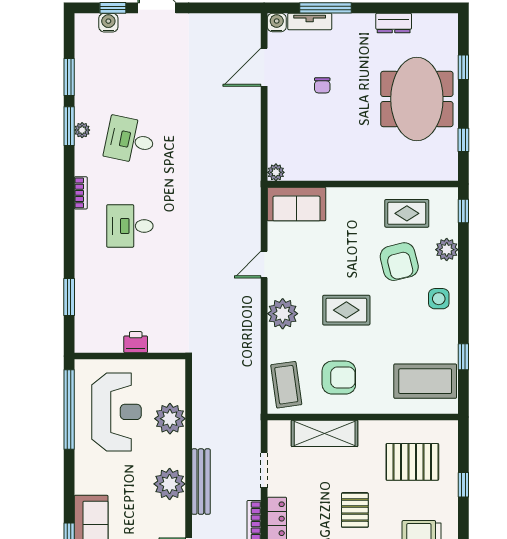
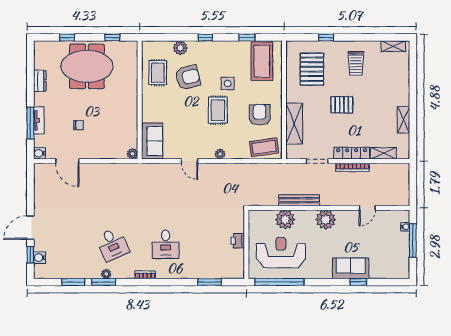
tv unit: (310, 21) -> (39, 120), moved
desk: (130, 140) -> (112, 244), turned -36
window: (463, 211) -> (205, 37), moved
side table: (439, 299) -> (228, 83), moved
plant: (283, 314) -> (220, 154), width x0.53, depth x0.53
bench: (201, 482) -> (299, 200), moved

